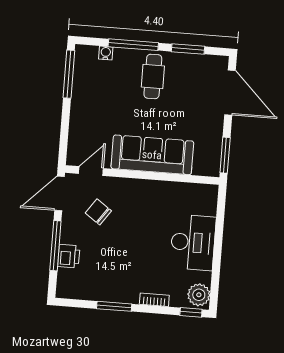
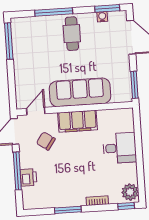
window: (188, 49) -> (107, 8), moved
water cooler: (106, 53) -> (102, 17), moved
filing cabinet: (144, 192) -> (78, 121), added
desk: (193, 242) -> (120, 148), width x0.73

